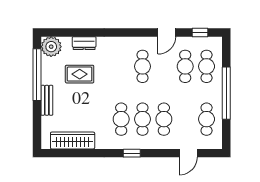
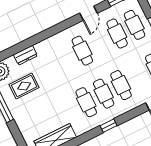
rug: (80, 74) -> (24, 86), moved
bench: (47, 100) -> (18, 117), removed

